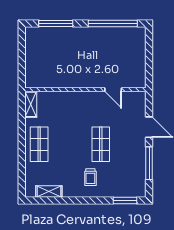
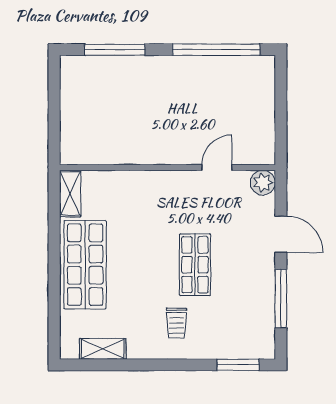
door: (113, 90) -> (217, 167), swing flipped
plant: (139, 98) -> (263, 183), added
shop shelf: (39, 144) -> (85, 265), width x1.43, depth x1.36

